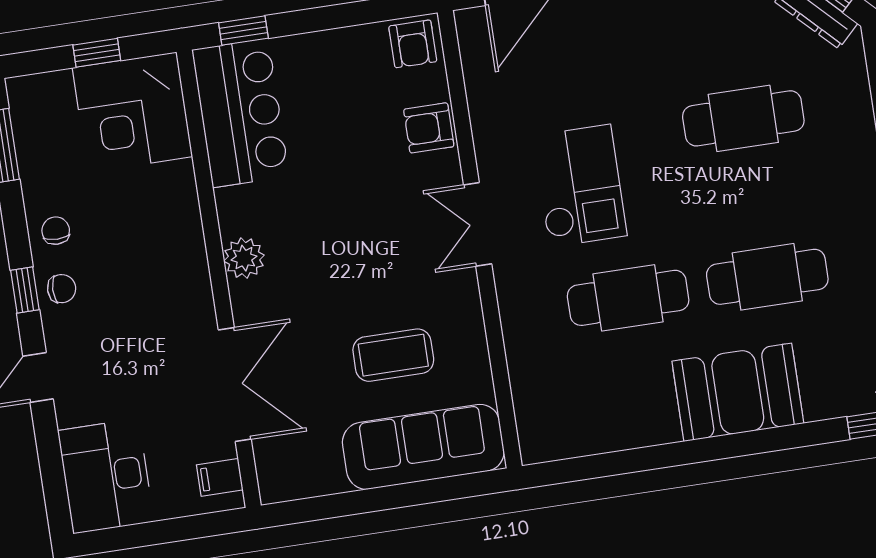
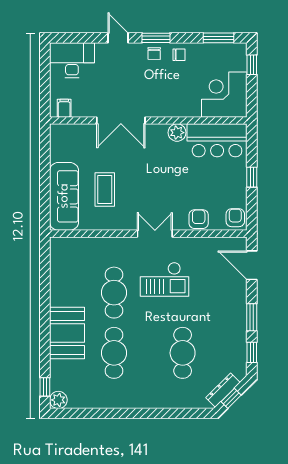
window: (243, 31) -> (252, 177), moved
armchair: (413, 44) -> (235, 218), turned 90
window: (97, 53) -> (252, 65), moved
plant: (244, 258) -> (177, 133), moved
window: (25, 290) -> (156, 38), width x1.50
double door: (235, 385) -> (121, 121), moved

